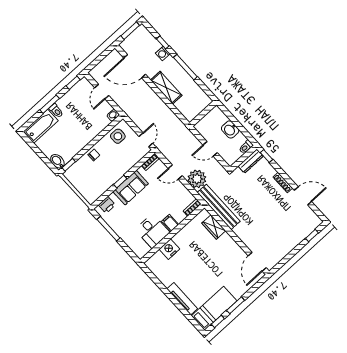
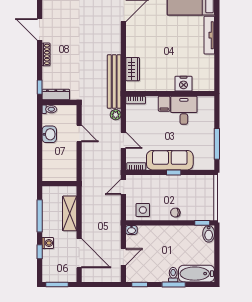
wall: (203, 114) -> (59, 184), moved
plant: (197, 179) -> (116, 115), width x0.53, depth x0.53
sofa: (131, 188) -> (170, 160), width x1.36
printer: (107, 205) -> (201, 164), removed

